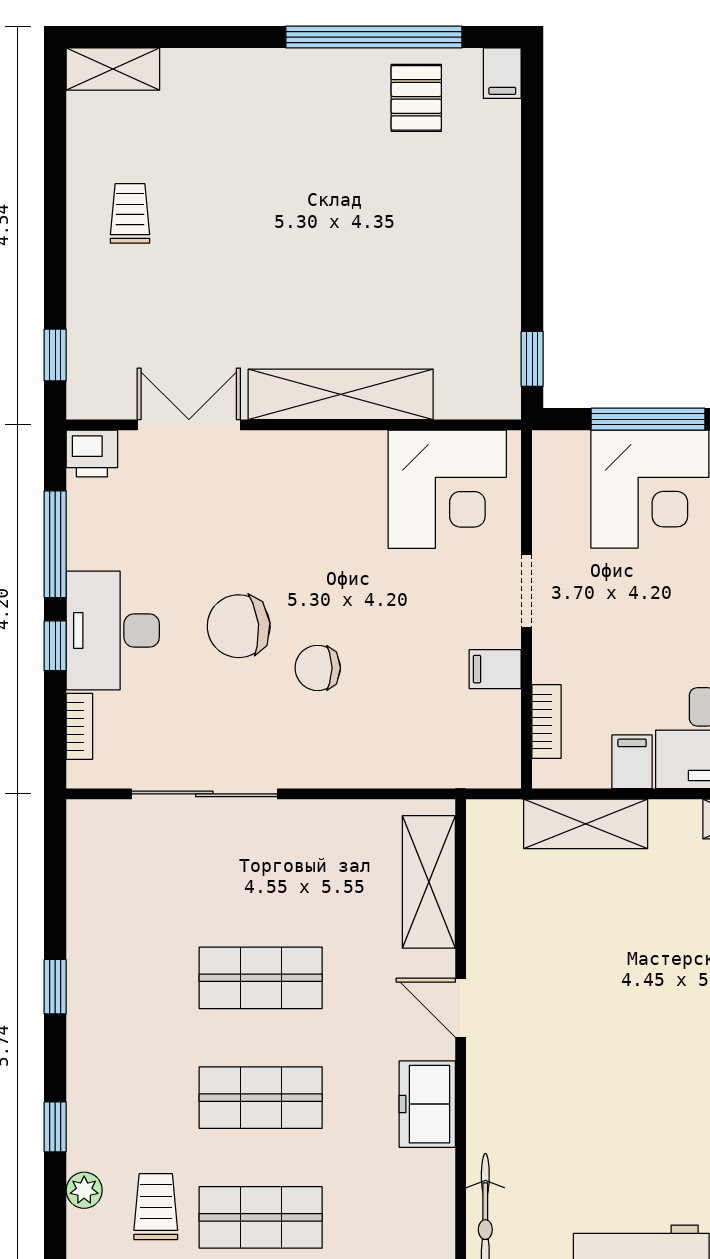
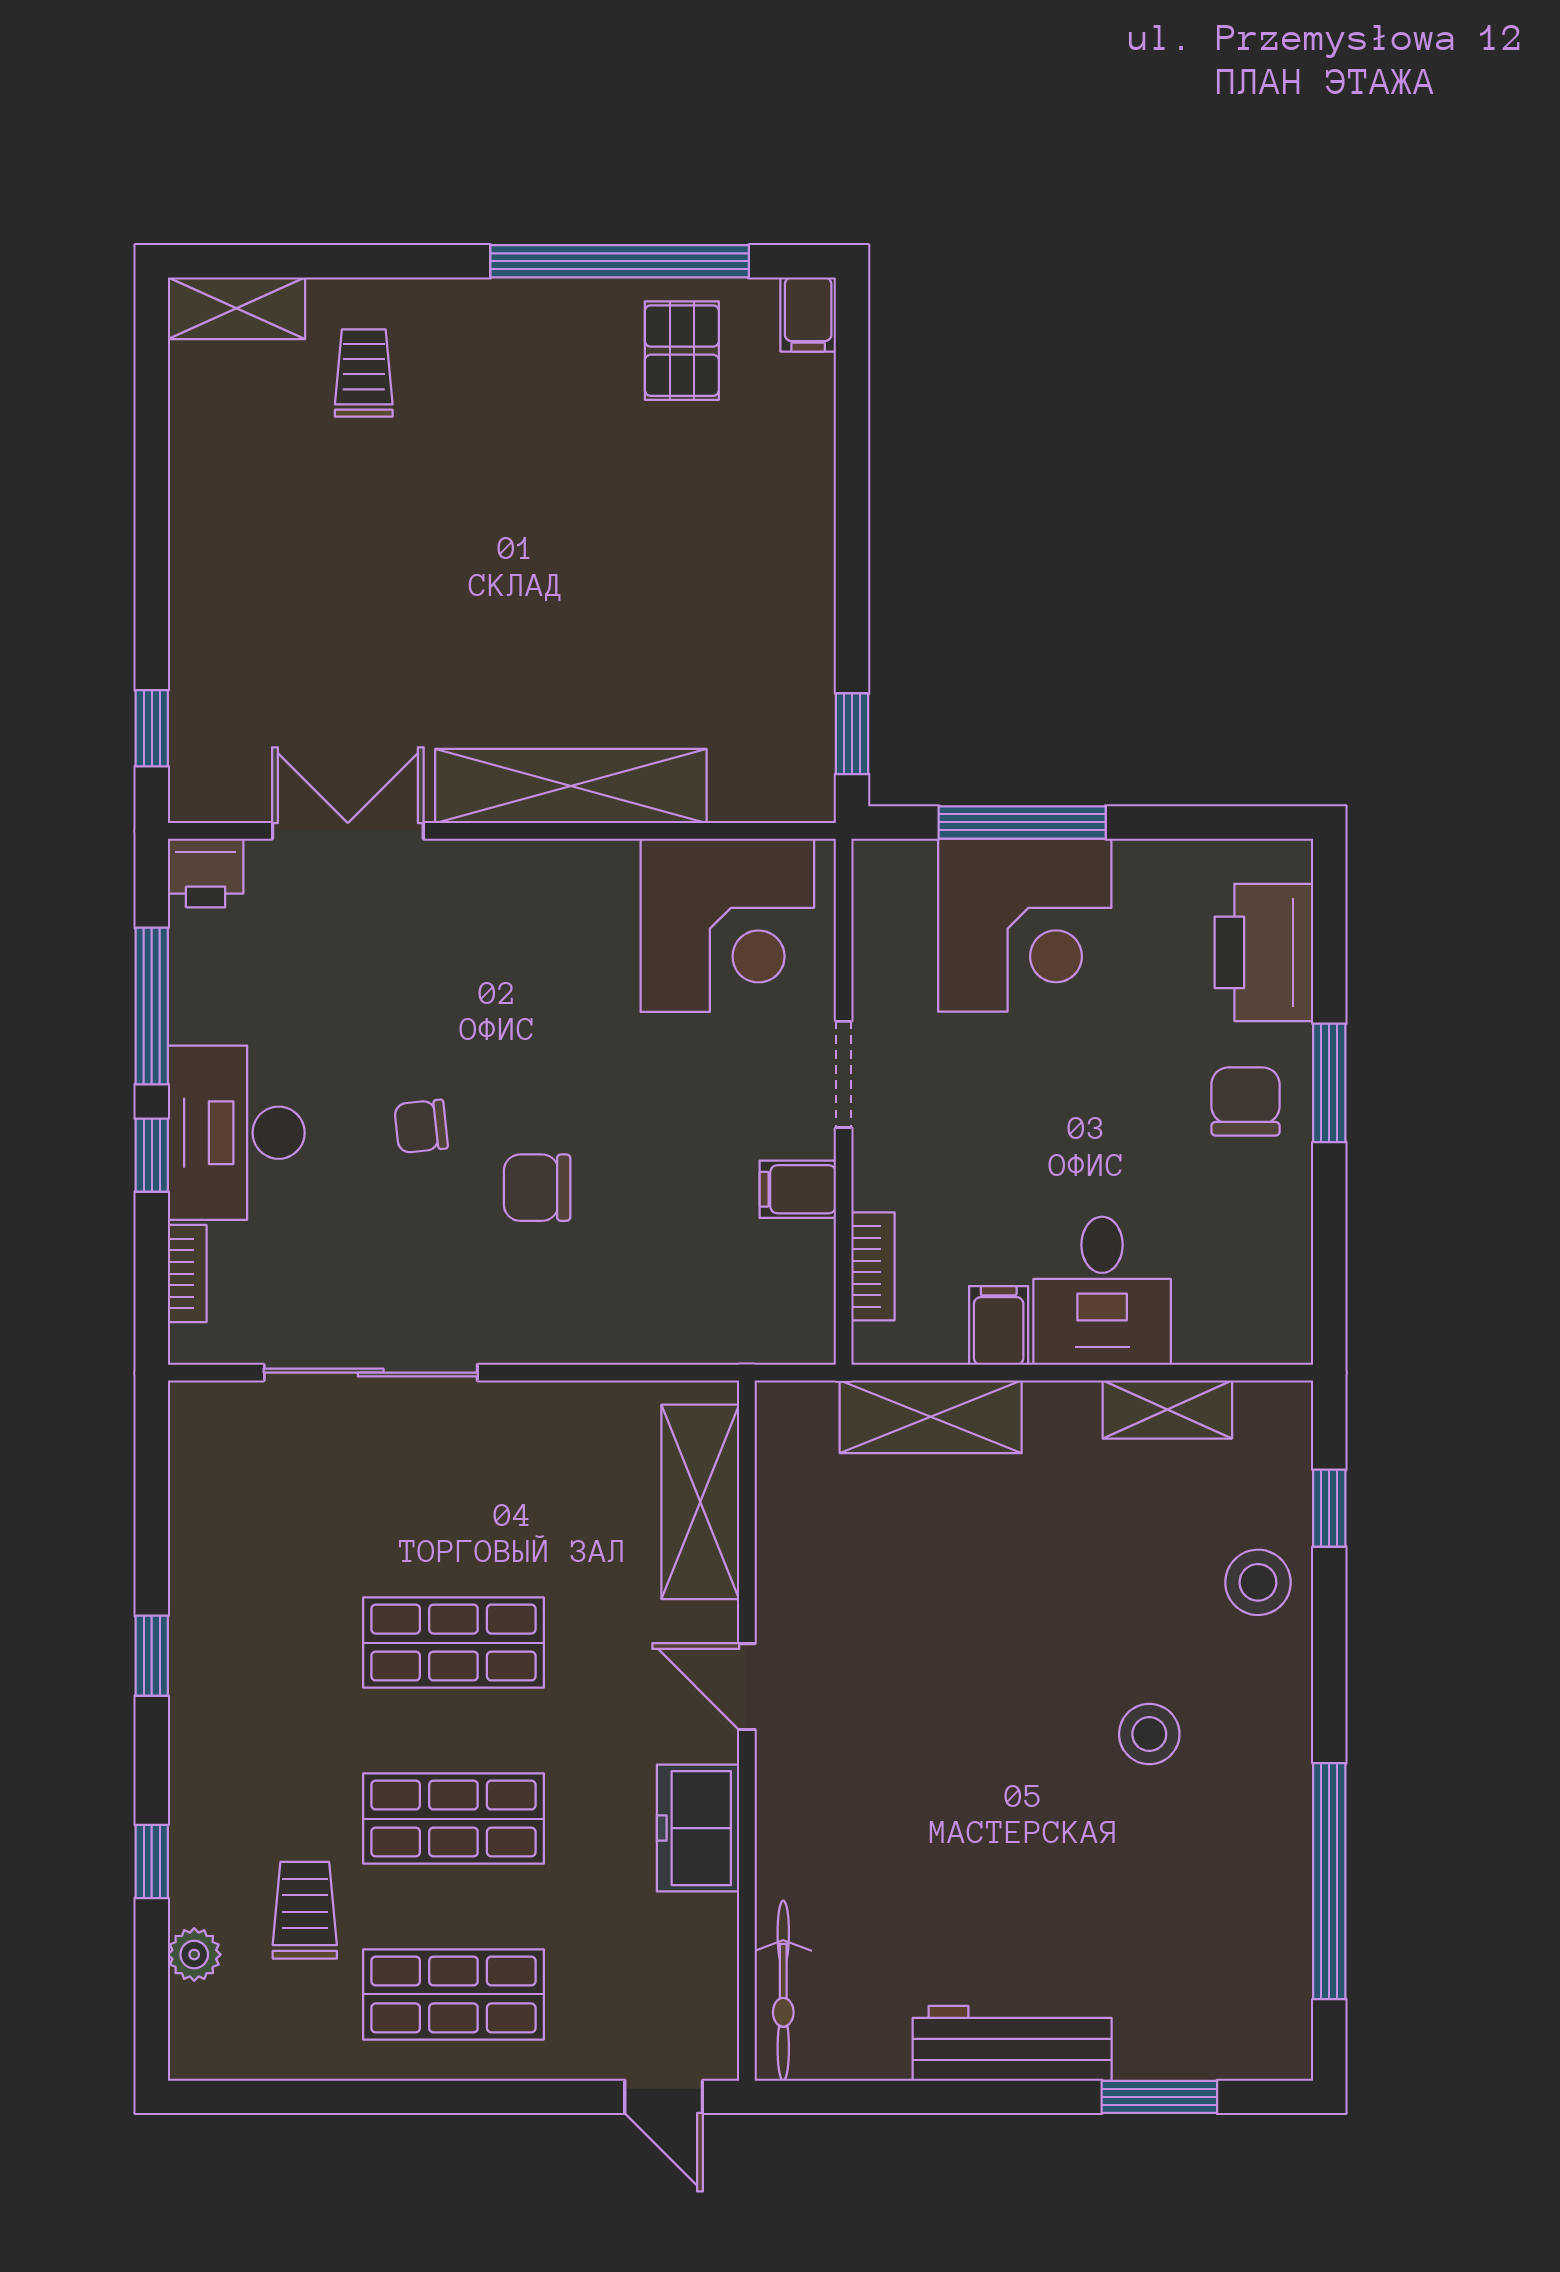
trolley: (130, 213) -> (364, 373), moved
chair: (239, 626) -> (421, 1126), width x0.54, depth x0.54
trolley: (156, 1207) -> (305, 1910), moved

